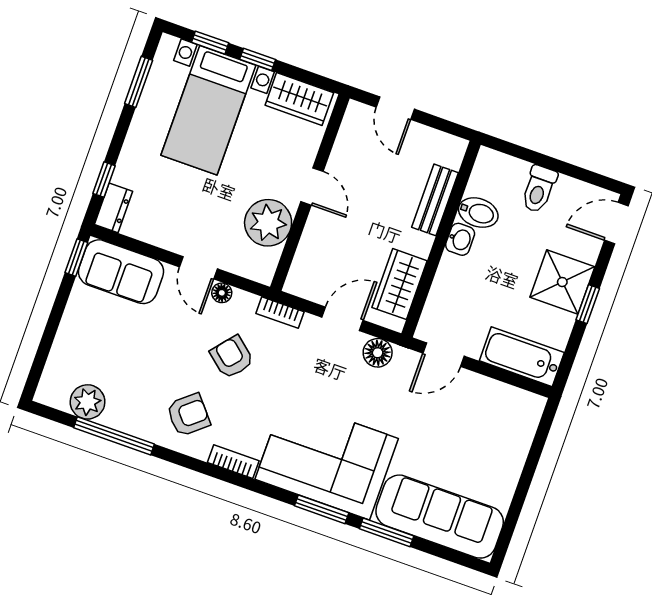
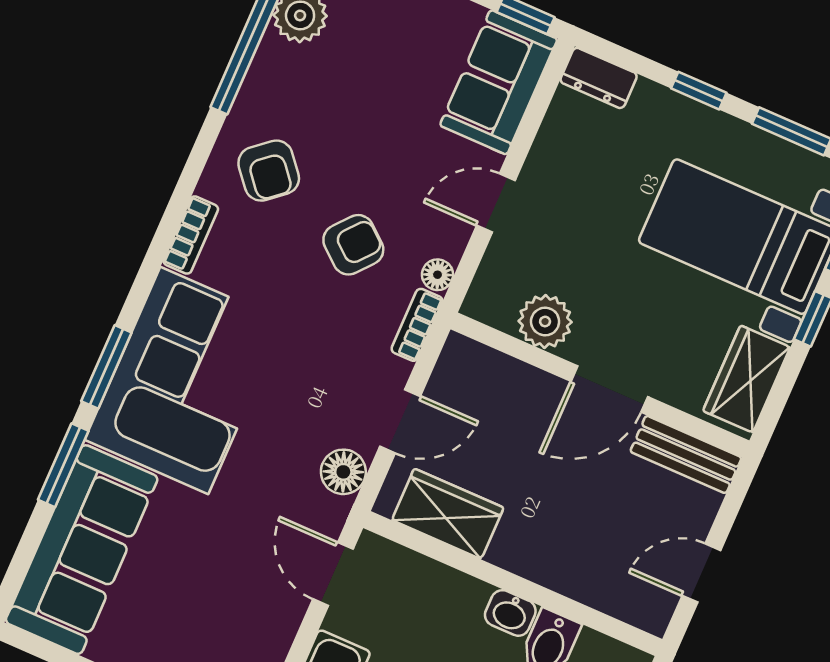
door: (395, 108) -> (701, 573), moved
window: (104, 180) -> (699, 91), moved
door: (312, 186) -> (609, 389), width x1.38
bench: (435, 200) -> (686, 455), moved
plant: (268, 223) -> (545, 322), width x0.73, depth x0.73
floor lamp: (222, 293) -> (437, 275), moved
door: (343, 319) -> (400, 421), hinge flipped

